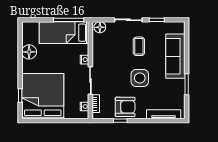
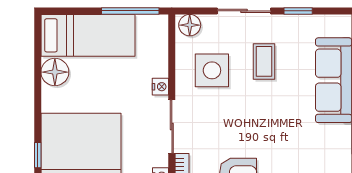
bed: (64, 33) -> (88, 35), moved, turned 180
side table: (140, 78) -> (212, 70), moved

